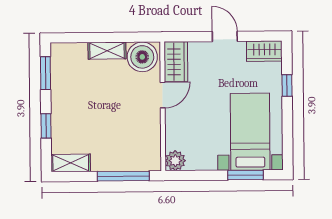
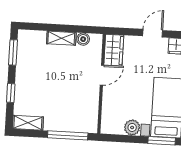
door: (225, 36) -> (153, 33), hinge flipped
boiler: (142, 57) -> (83, 39), width x0.54, depth x0.54
plant: (175, 161) -> (132, 127), moved

